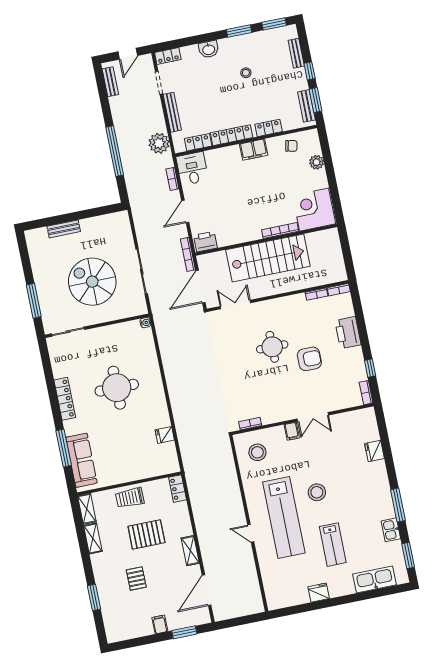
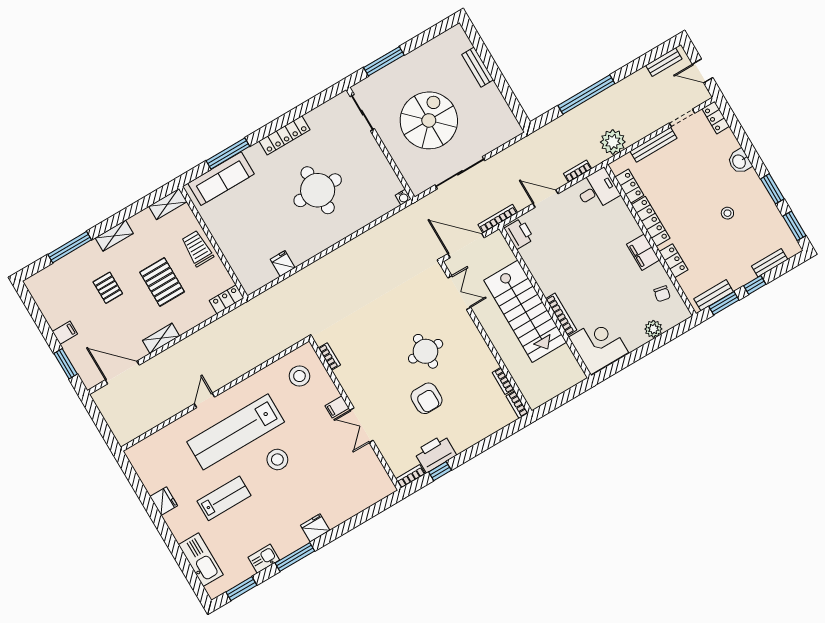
printer: (348, 333) -> (435, 453), moved
fridge: (374, 451) -> (315, 528), moved
shelving: (93, 538) -> (114, 236), moved
lab bench: (333, 545) -> (224, 498), turned 180
pallet: (136, 579) -> (108, 288), turned 90
window: (94, 597) -> (70, 247), width x1.44

